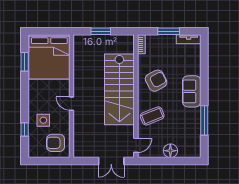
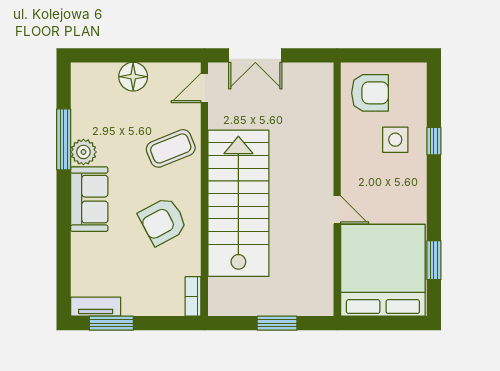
window: (169, 31) -> (111, 323), moved
door: (71, 104) -> (337, 210), moved
plant: (194, 114) -> (83, 152), added
window: (25, 130) -> (434, 141), moved
double door: (111, 161) -> (255, 55), swing flipped

